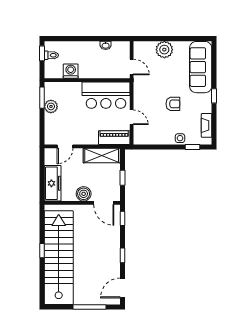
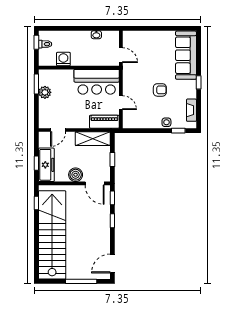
plant: (164, 50) -> (152, 39), removed
window: (42, 181) -> (36, 163), added
window: (42, 251) -> (36, 203), moved
window: (123, 255) -> (112, 221), moved

